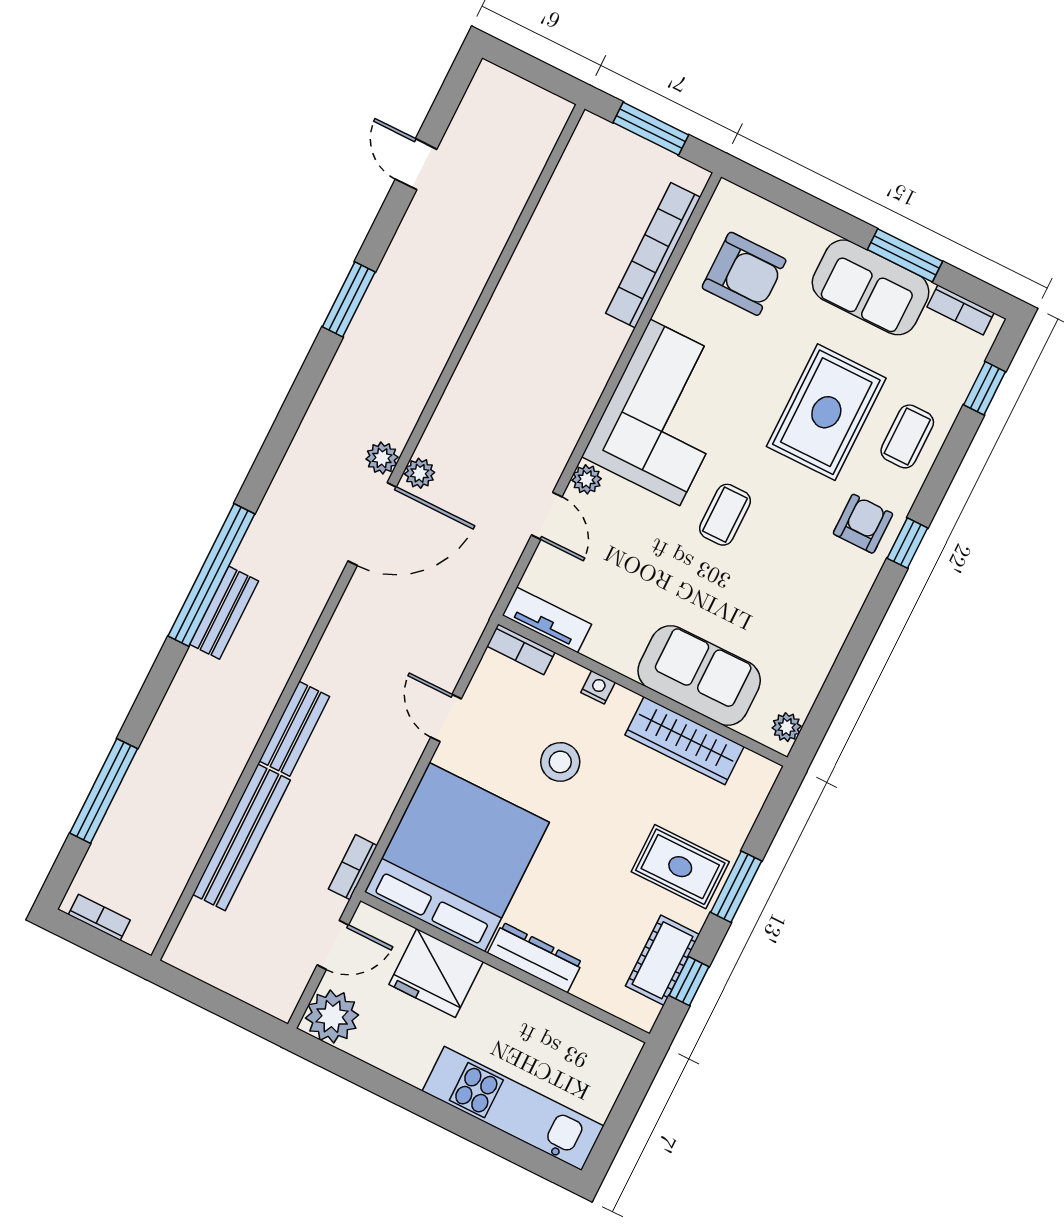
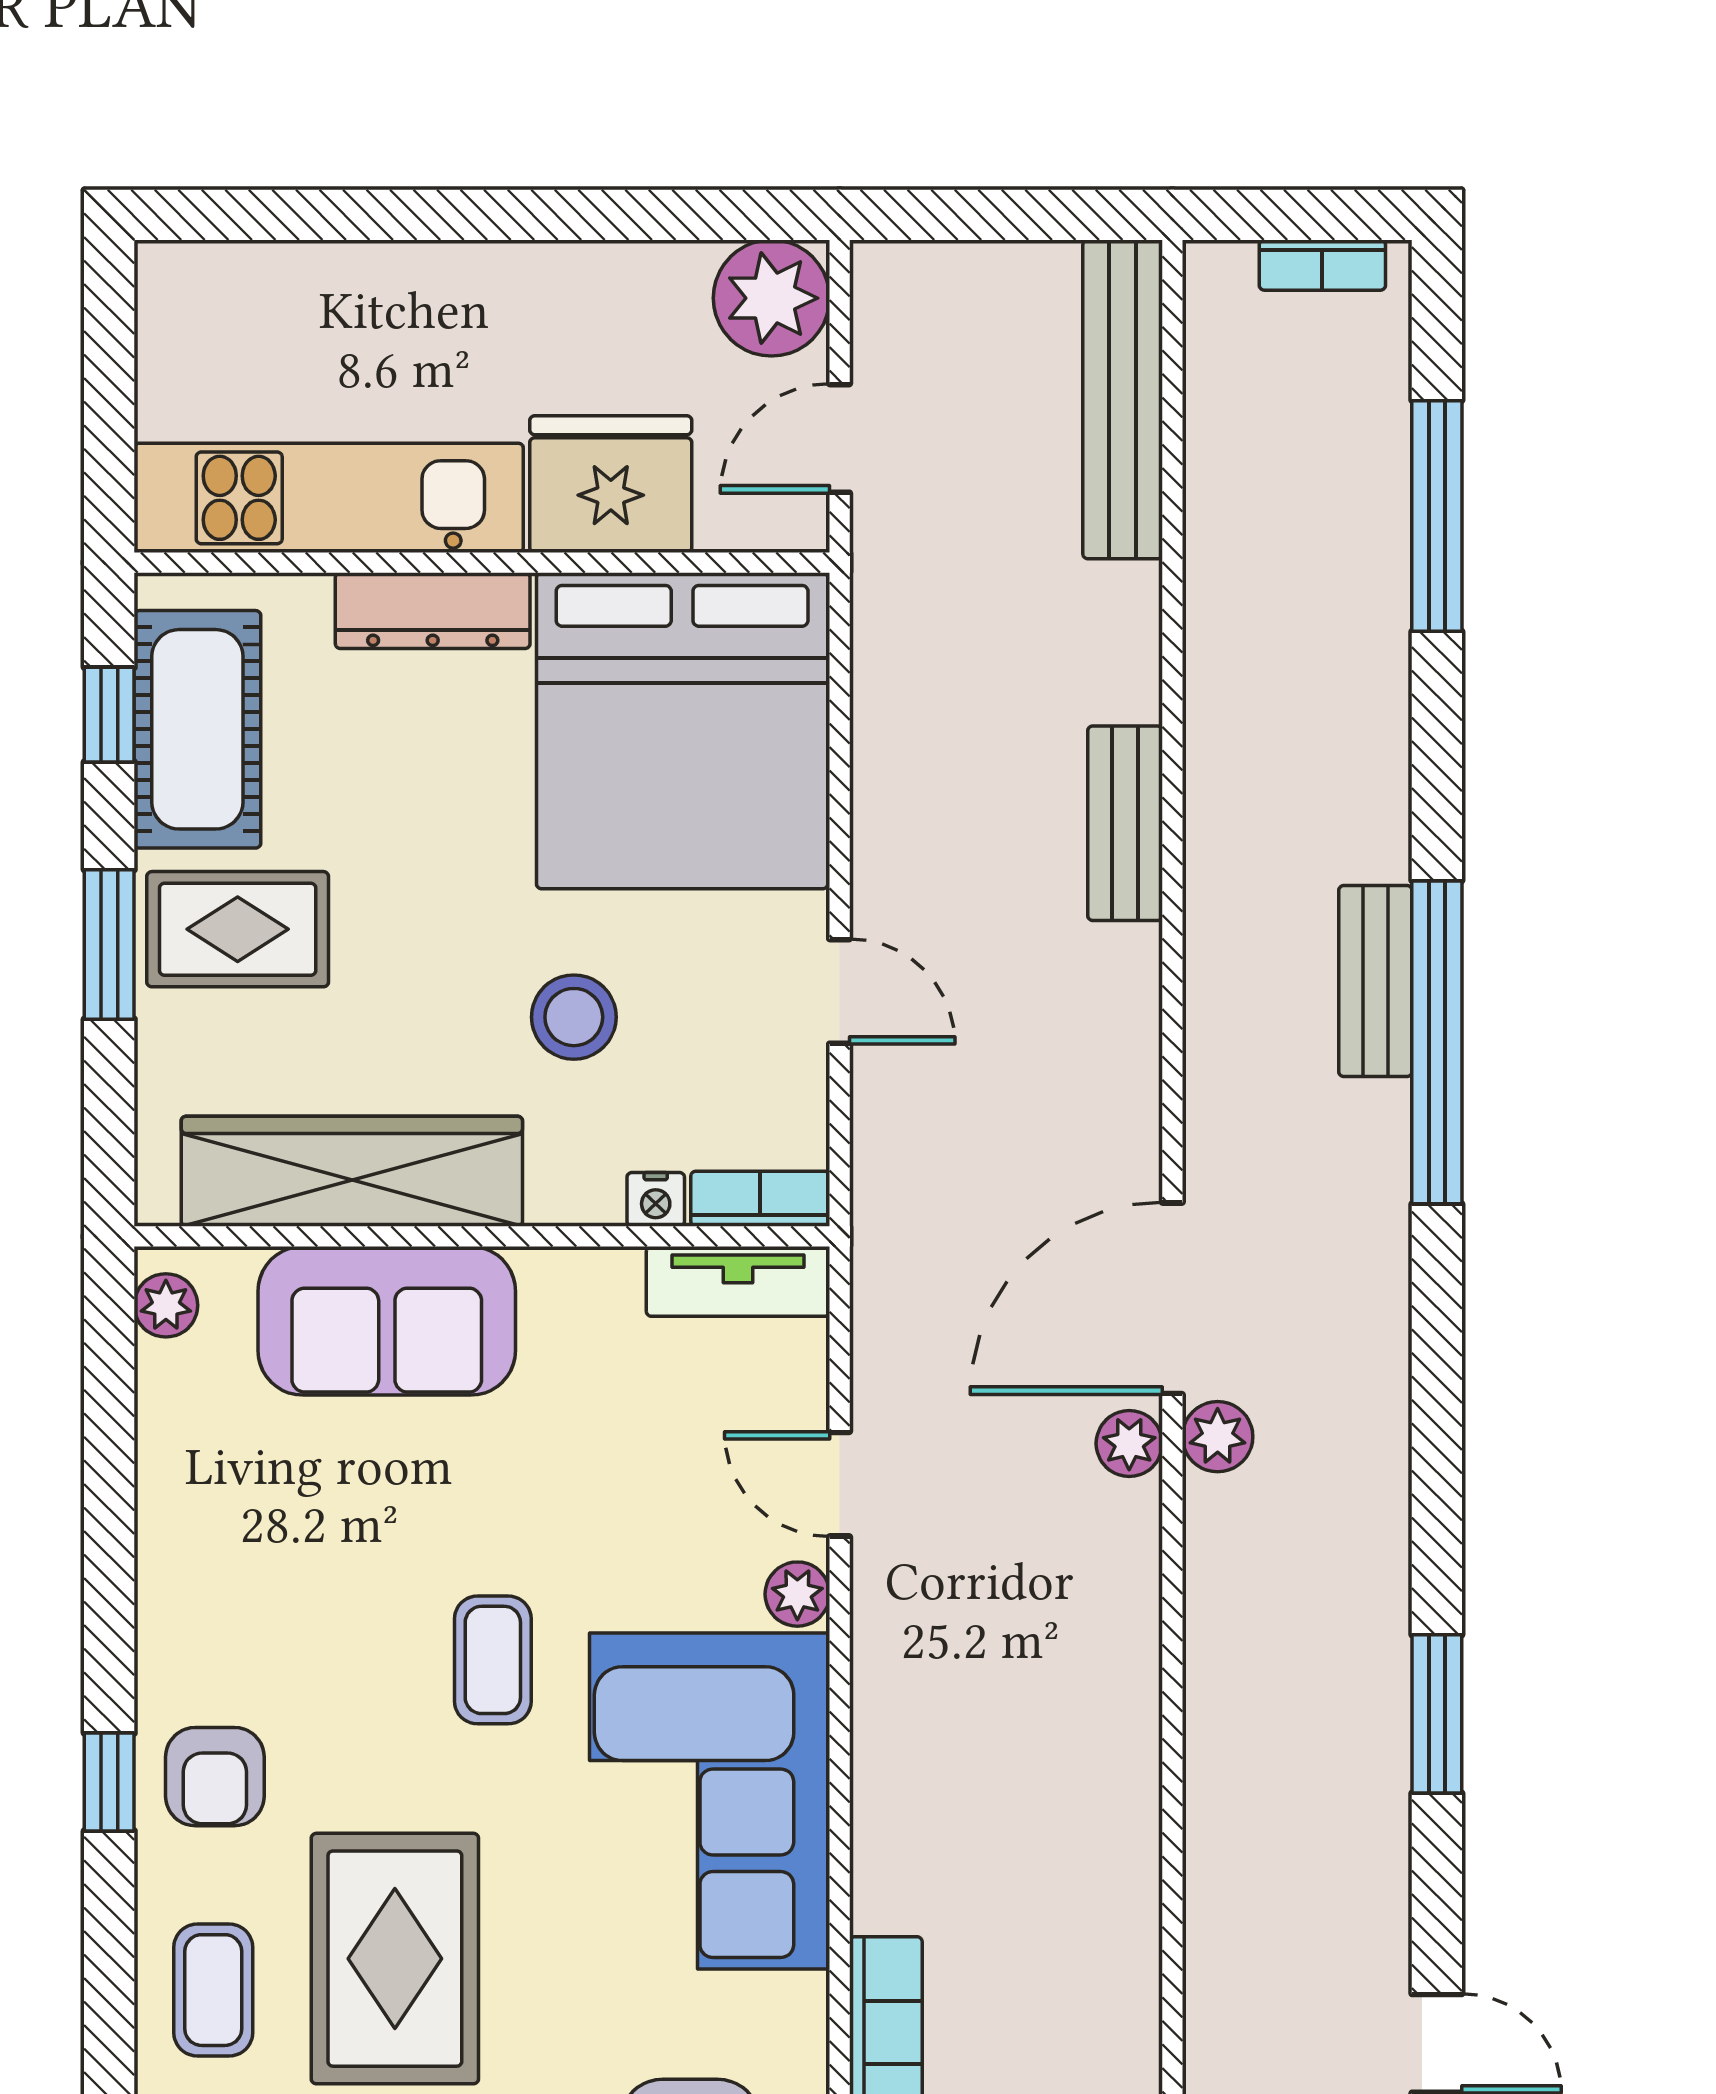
nightstand: (598, 687) -> (656, 1199), moved
wardrobe: (685, 741) -> (352, 1171), width x1.40, depth x1.17
bench: (241, 837) -> (1123, 399), moved
bookcase: (353, 867) -> (876, 610), removed
cot: (662, 960) -> (197, 729), width x1.37, depth x1.34
kitchen unit: (513, 1108) -> (329, 498), moved, turned 180

